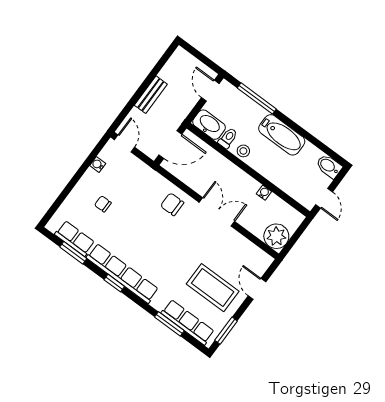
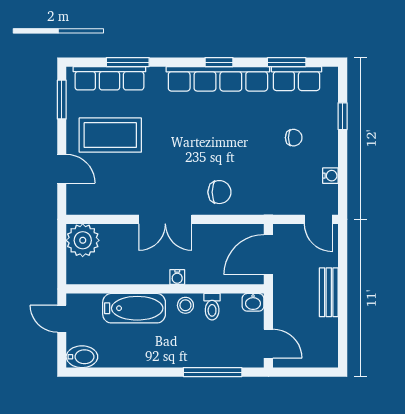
washbasin: (209, 125) -> (253, 302), width x0.52, depth x0.69
bathtub: (282, 135) -> (134, 308), moved, turned 180
water cooler: (264, 193) -> (177, 277), moved
window: (64, 195) -> (343, 116), added

